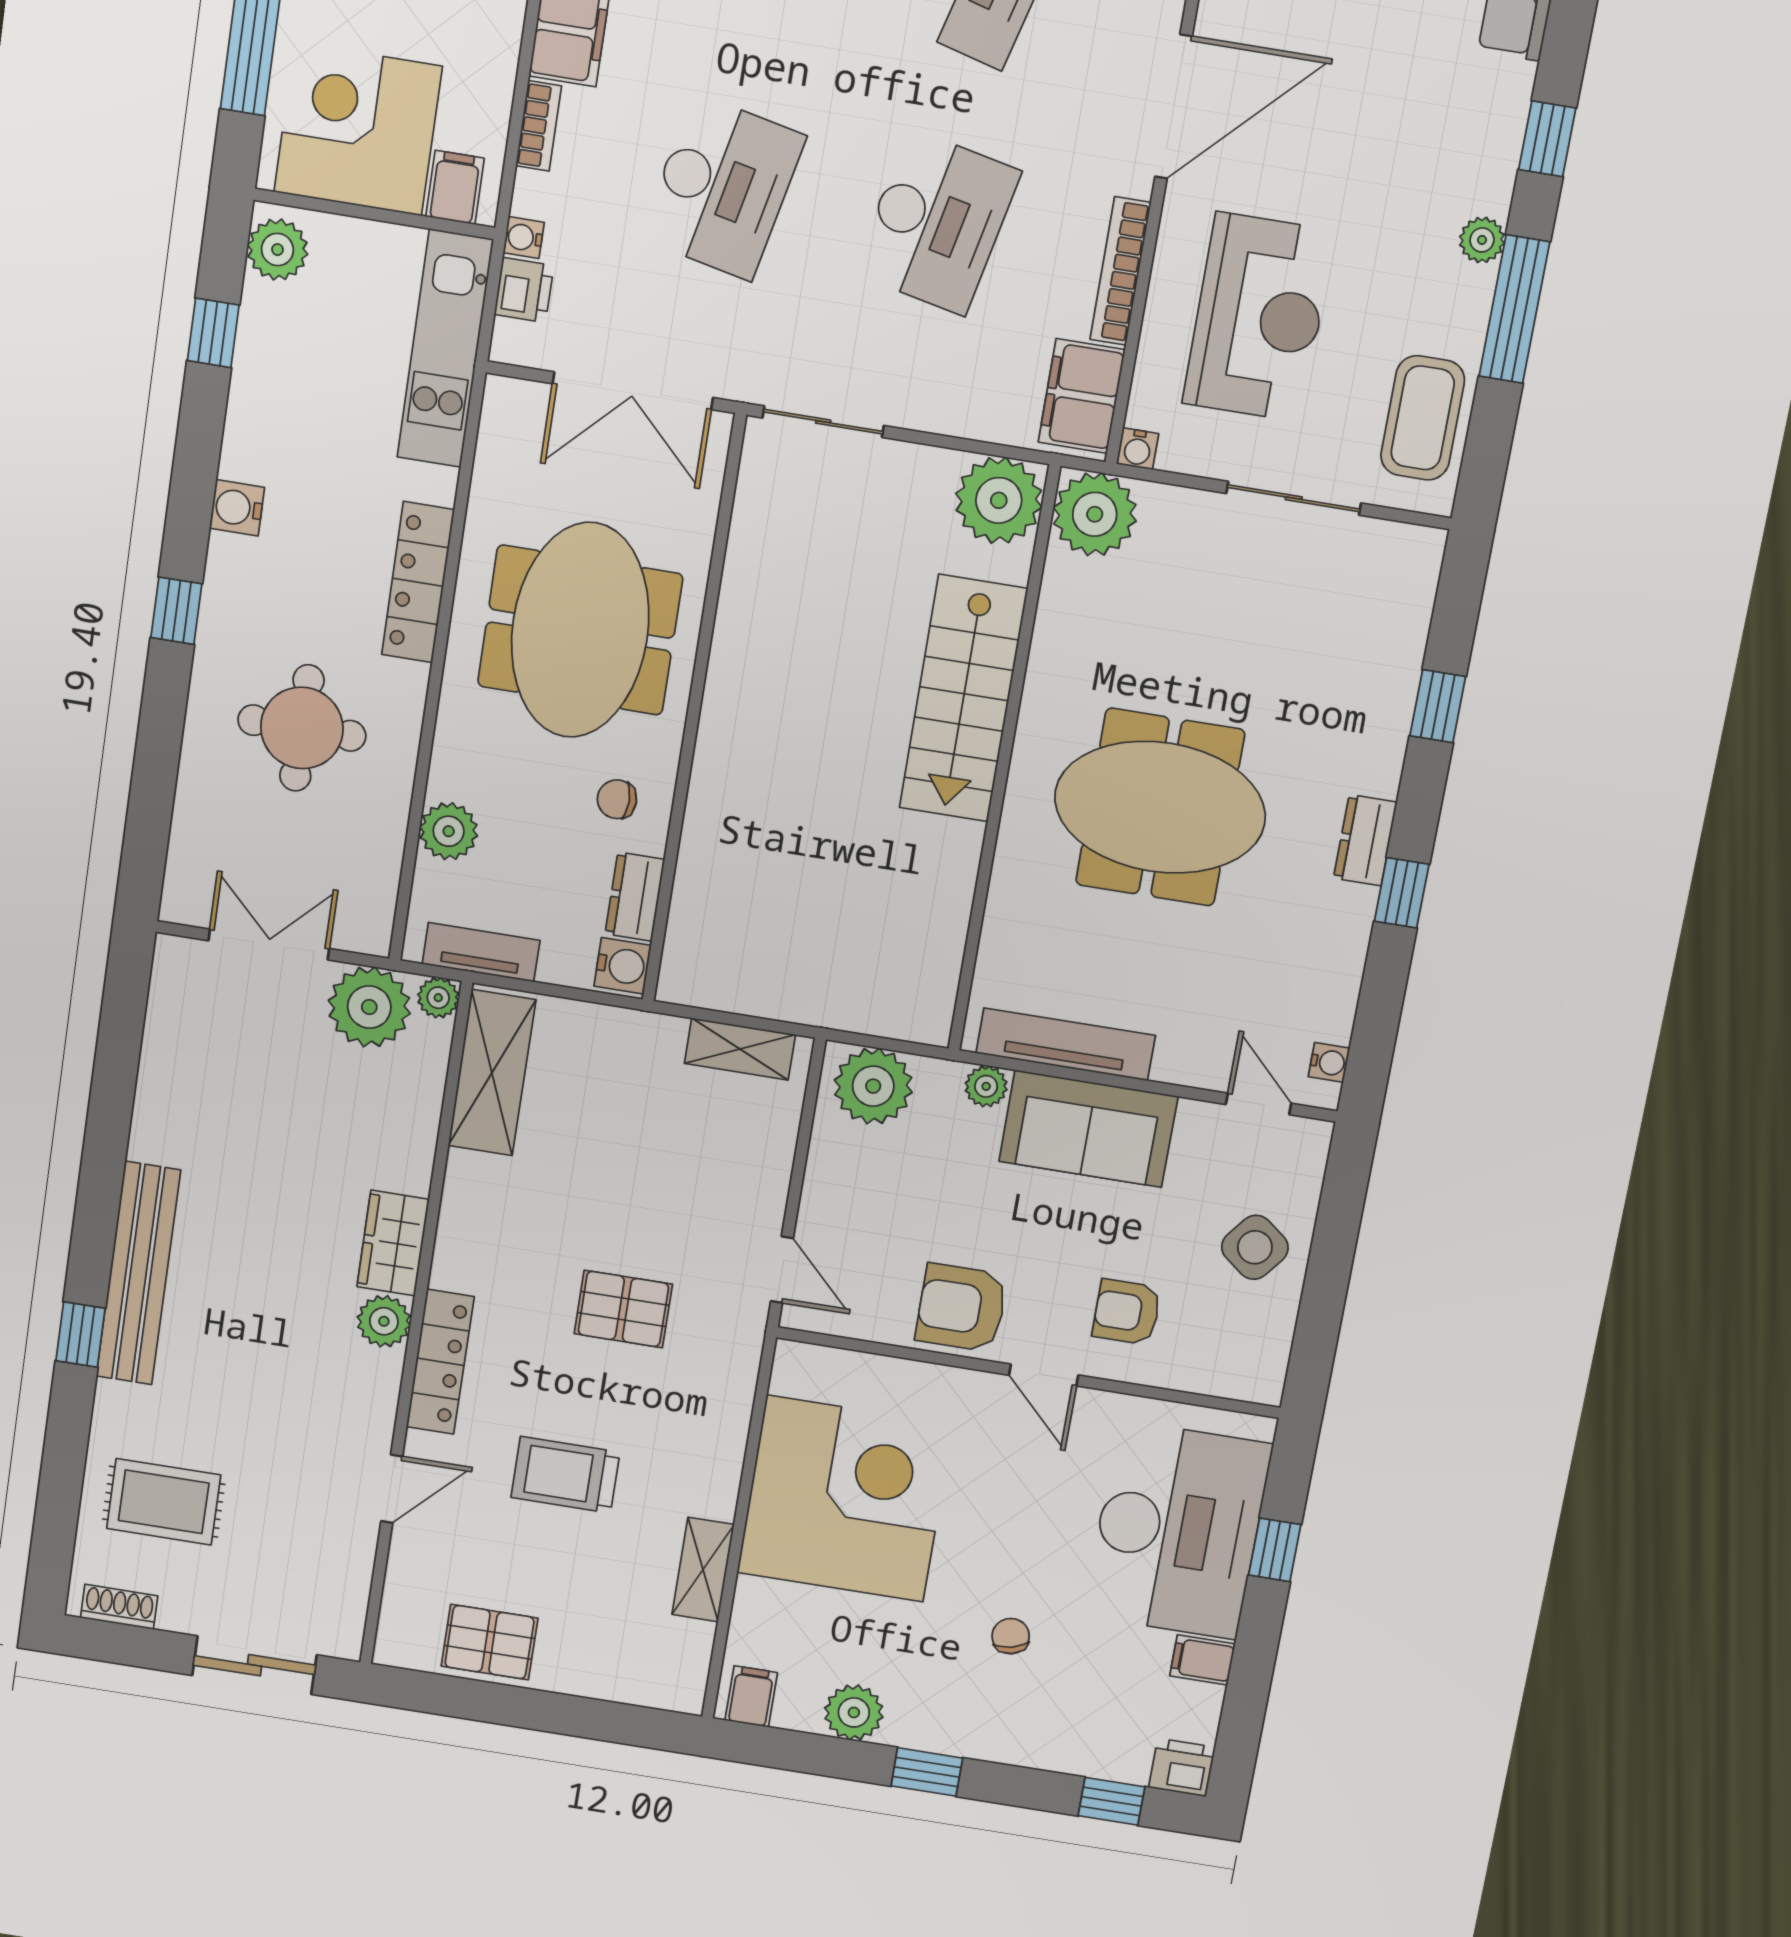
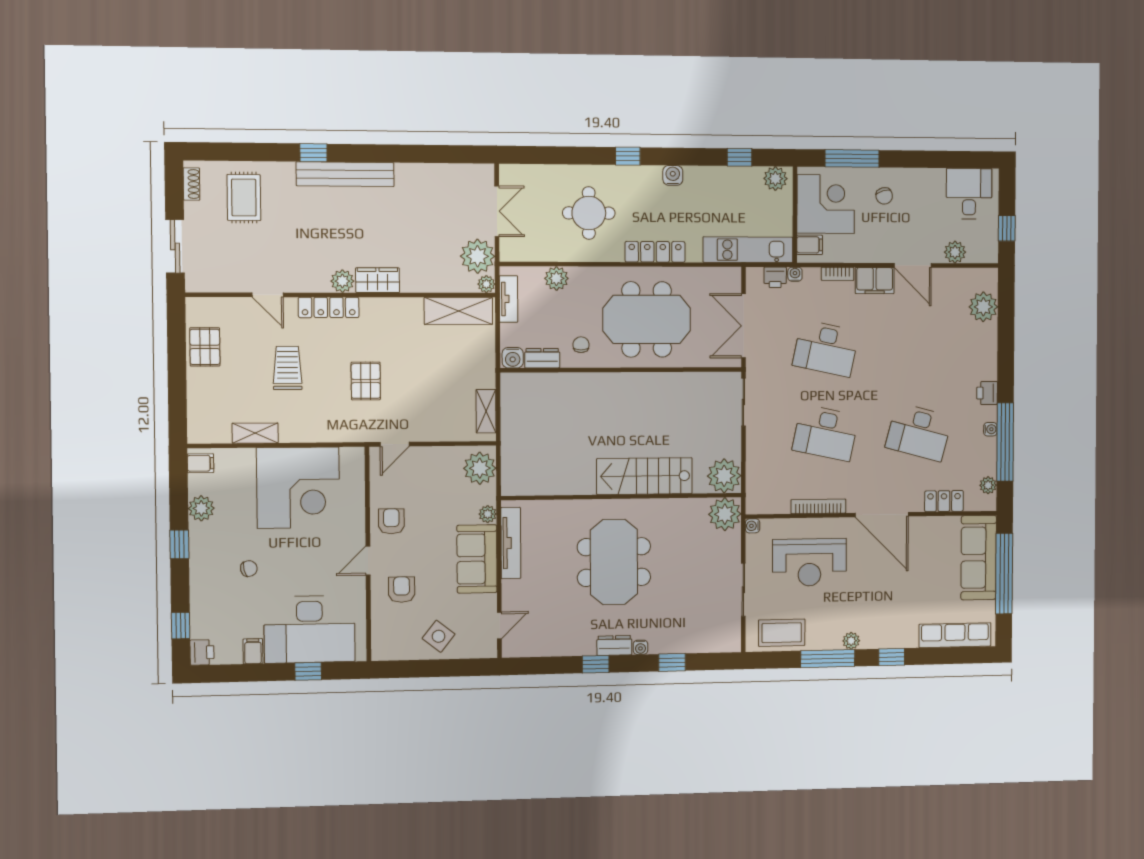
filing cabinet: (1082, 396) -> (769, 500), removed
water cooler: (1329, 1062) -> (640, 647), moved
armchair: (961, 1308) -> (391, 521), width x0.72, depth x0.72

